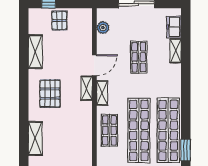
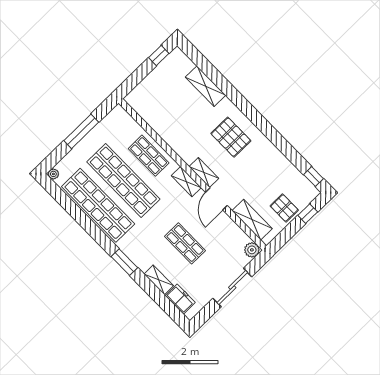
window: (24, 22) -> (314, 177), added
plant: (103, 28) -> (252, 250), moved
shelving: (35, 52) -> (252, 220), moved
window: (186, 150) -> (124, 262), moved

